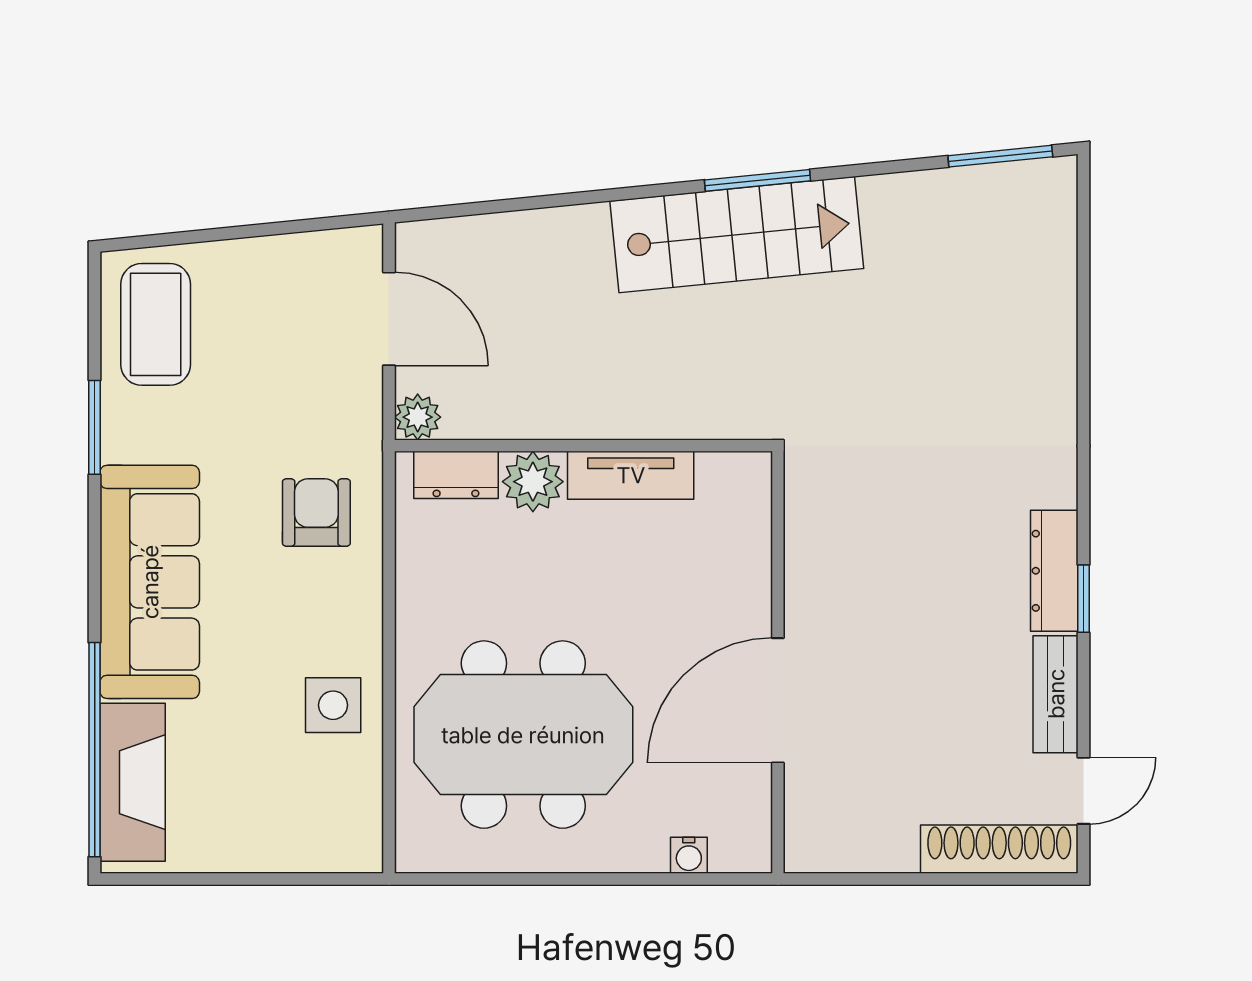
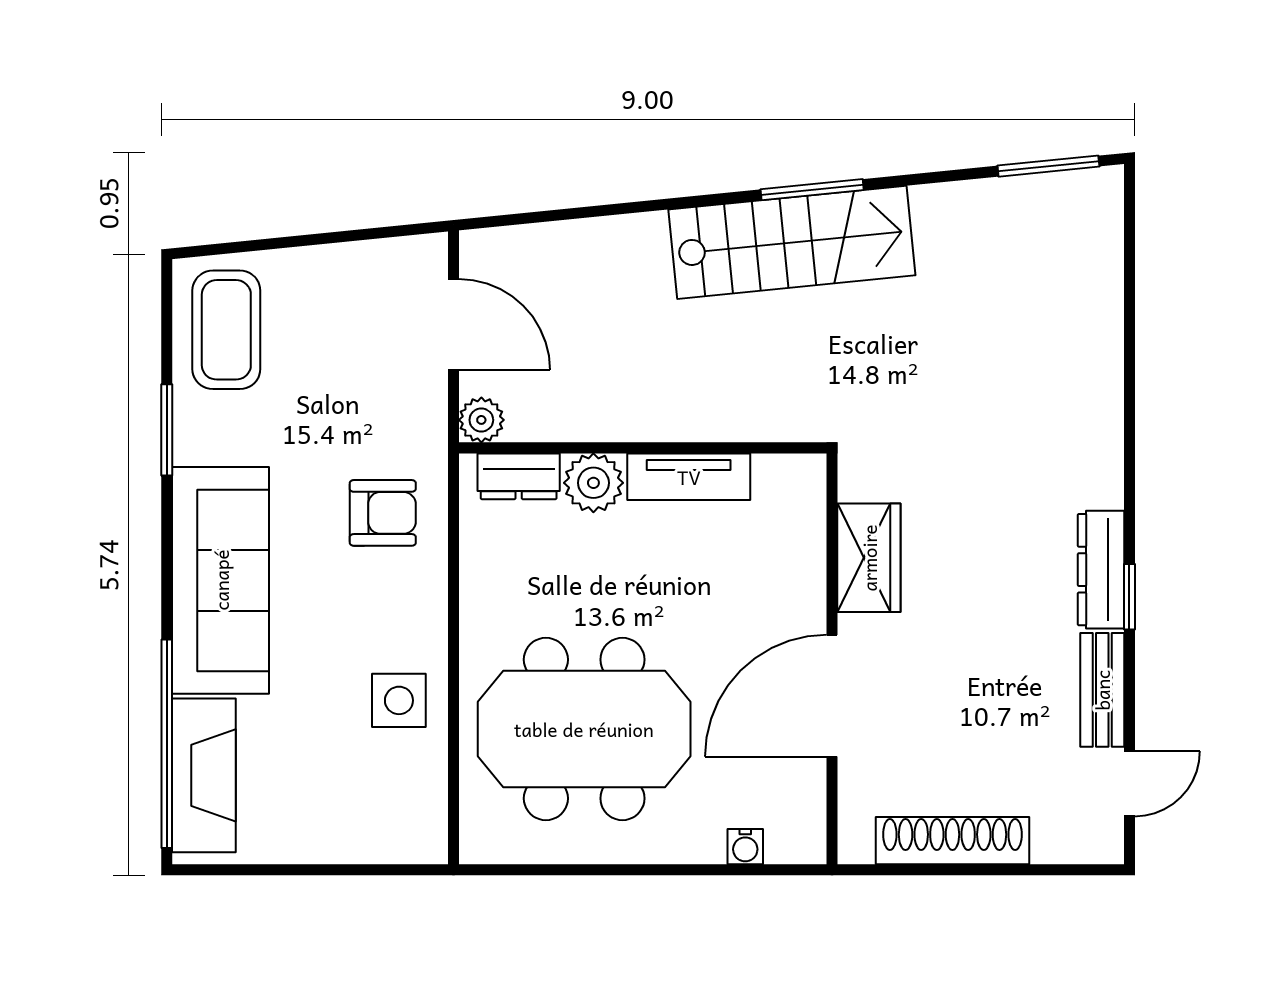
armchair: (316, 513) -> (383, 513), turned 90
wardrobe: (816, 559) -> (869, 558), added
shoe rack: (999, 849) -> (952, 841), moved

